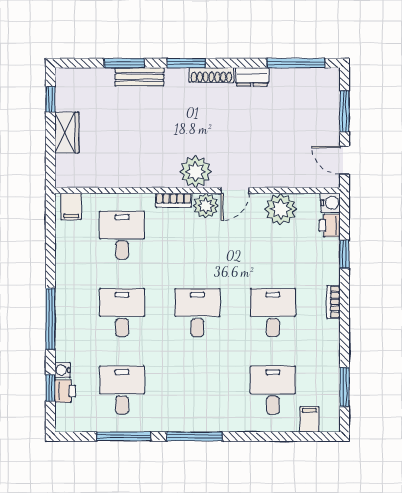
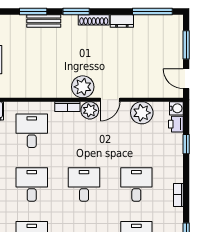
bookcase: (333, 302) -> (178, 195), moved

